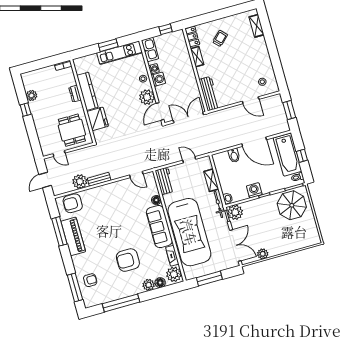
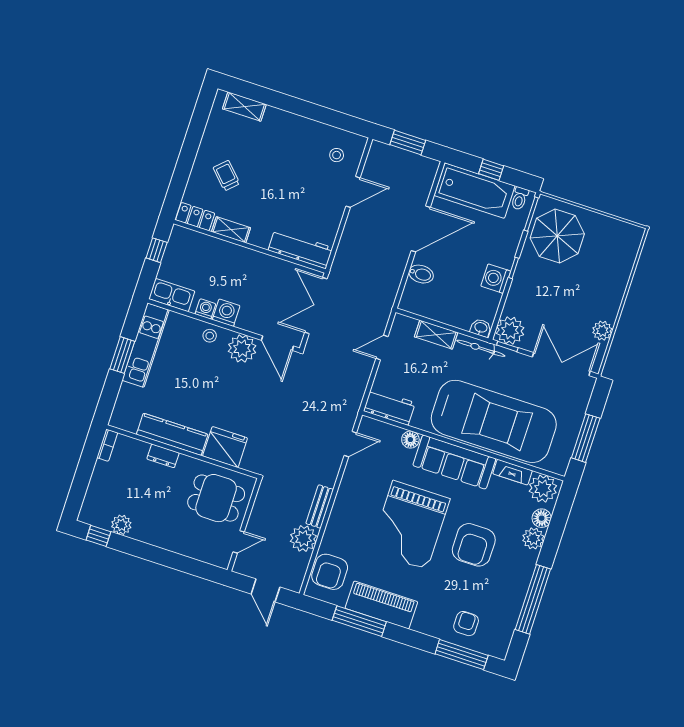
window: (26, 110) -> (98, 536), moved
grand piano: (118, 225) -> (410, 525), added

